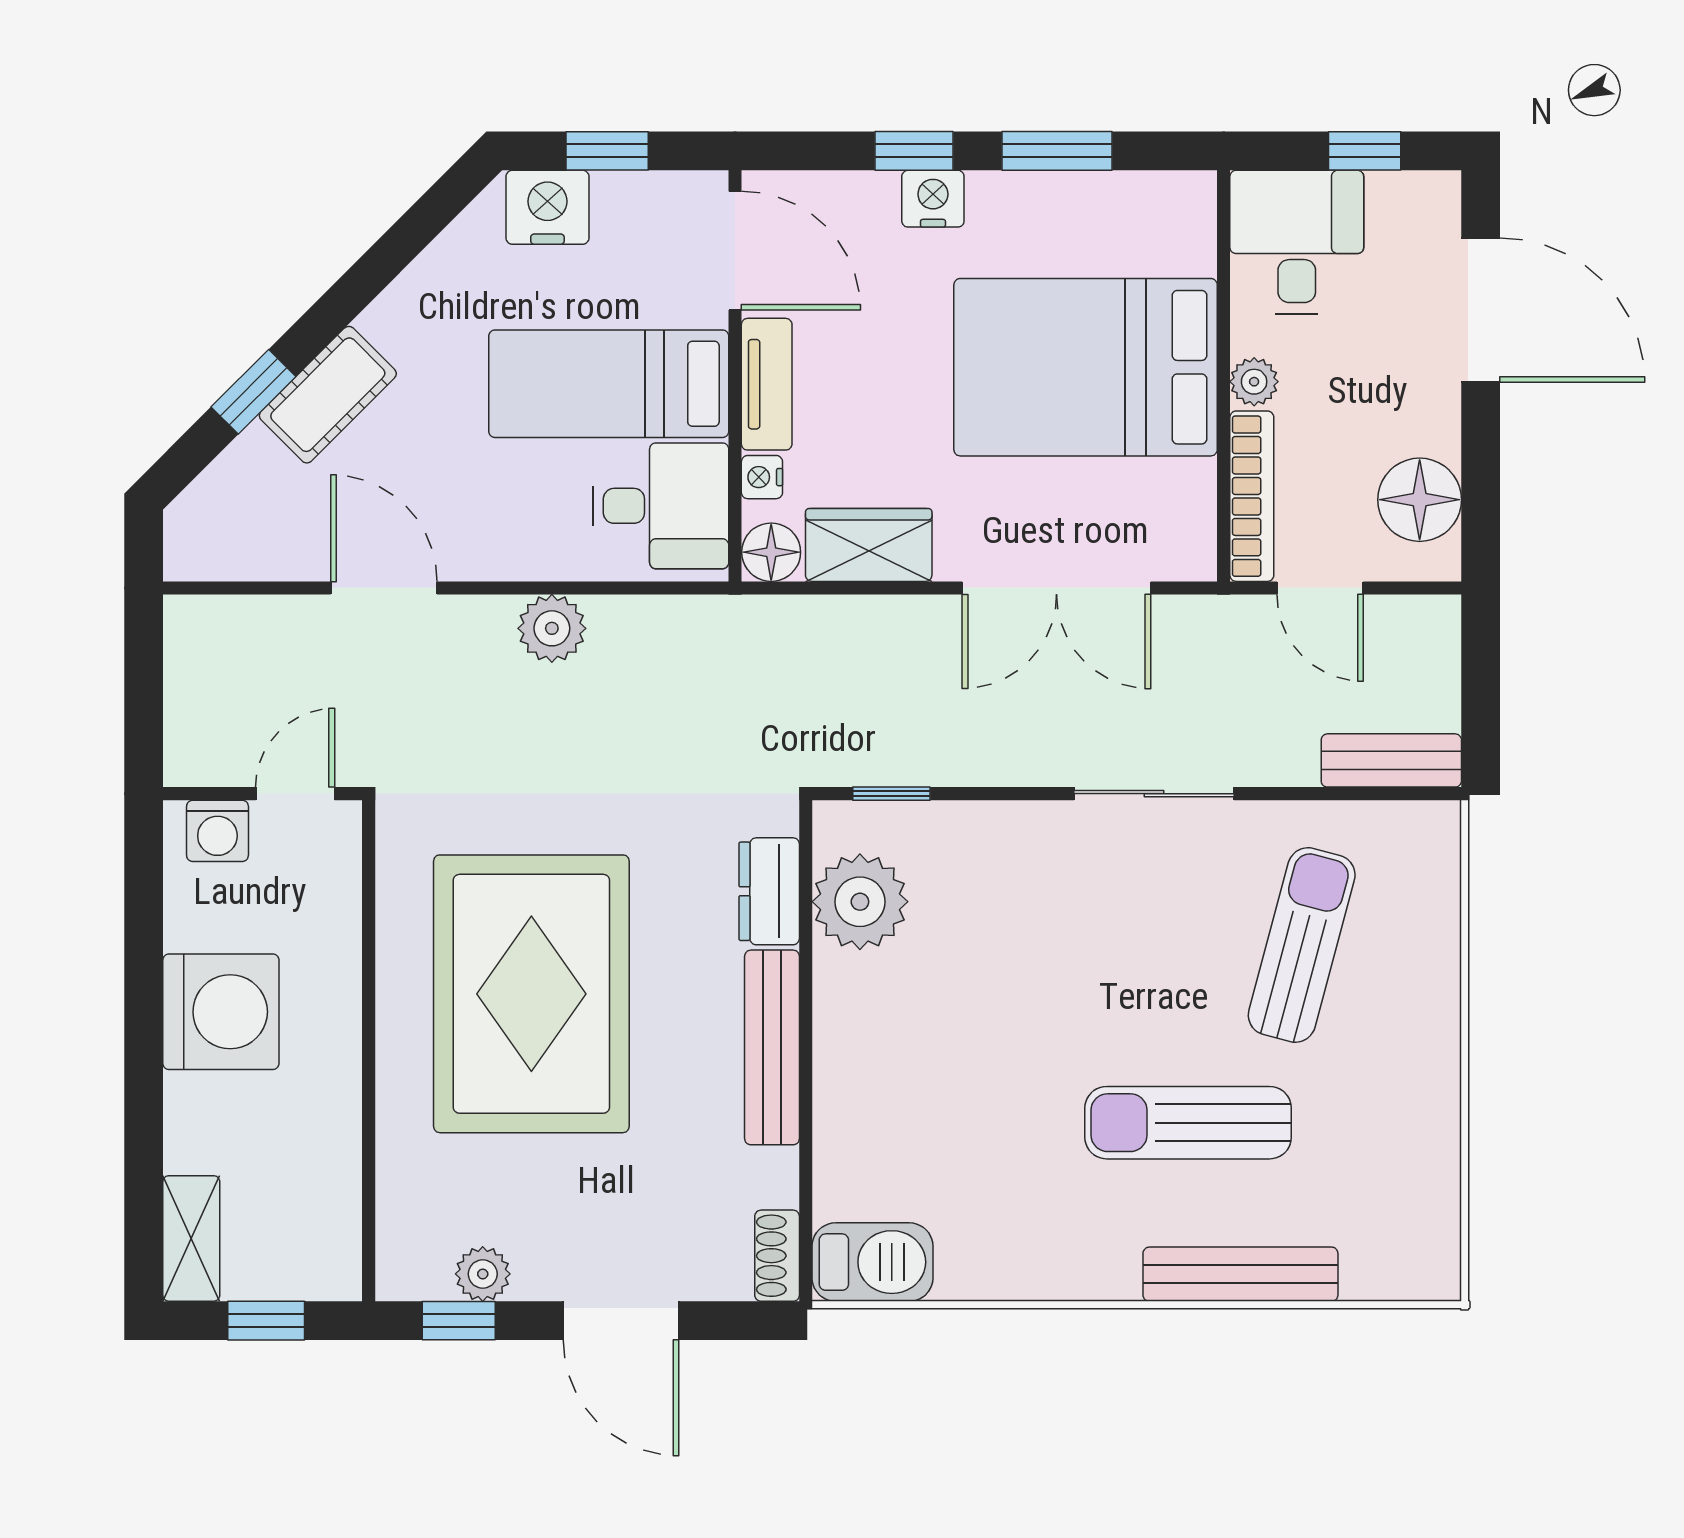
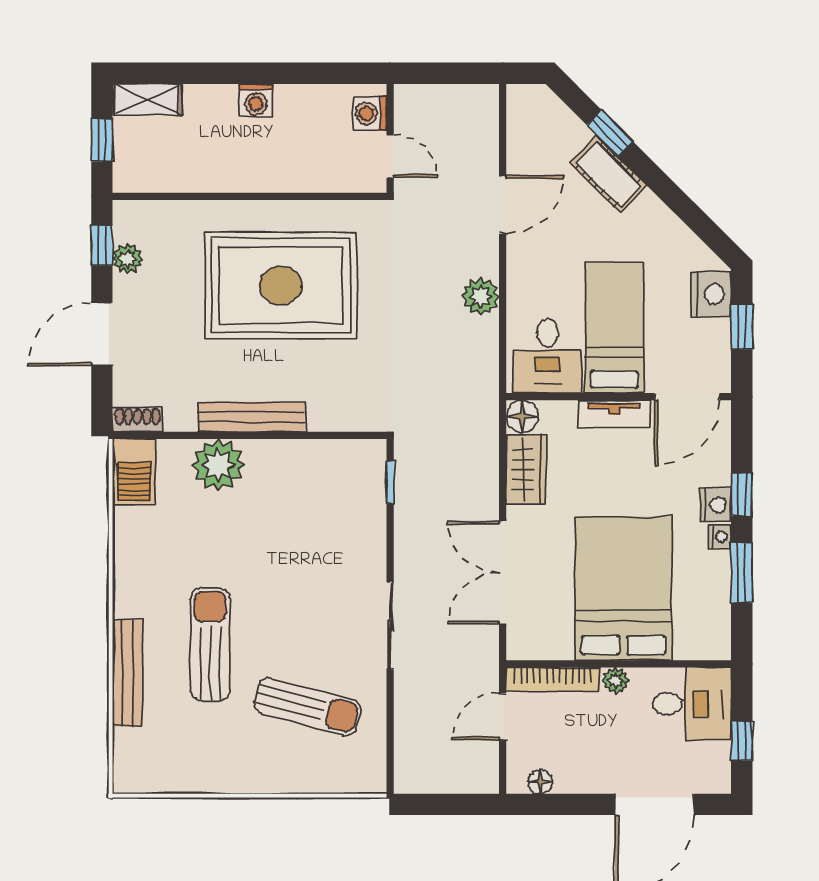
nightstand: (762, 477) -> (720, 537), moved, turned 90
floor lamp: (1420, 500) -> (540, 782), width x0.53, depth x0.53
bench: (1391, 760) -> (408, 756), removed
dresser: (769, 891) -> (337, 415), removed
plant: (860, 902) -> (218, 465), moved
washing machine: (221, 1012) -> (256, 101), width x0.53, depth x0.53

